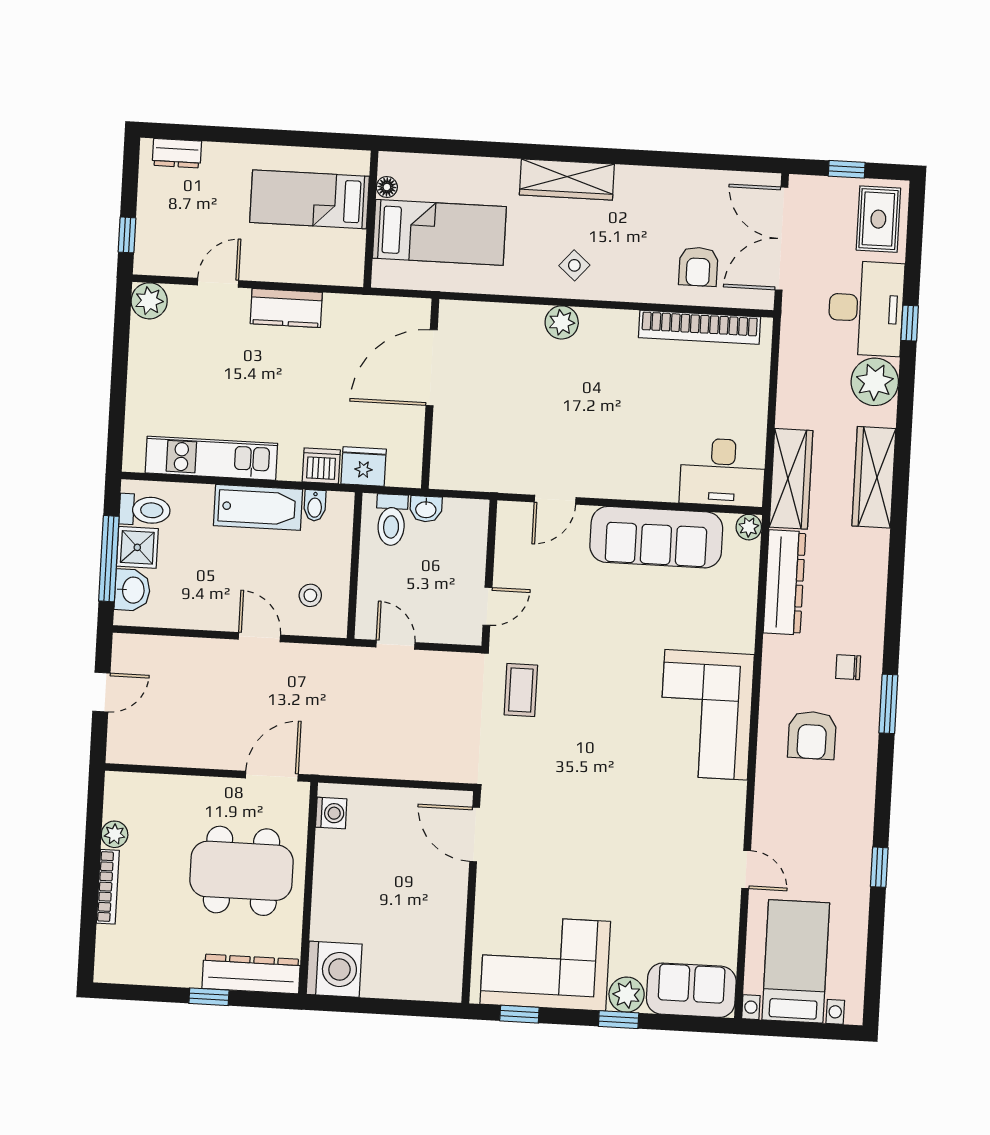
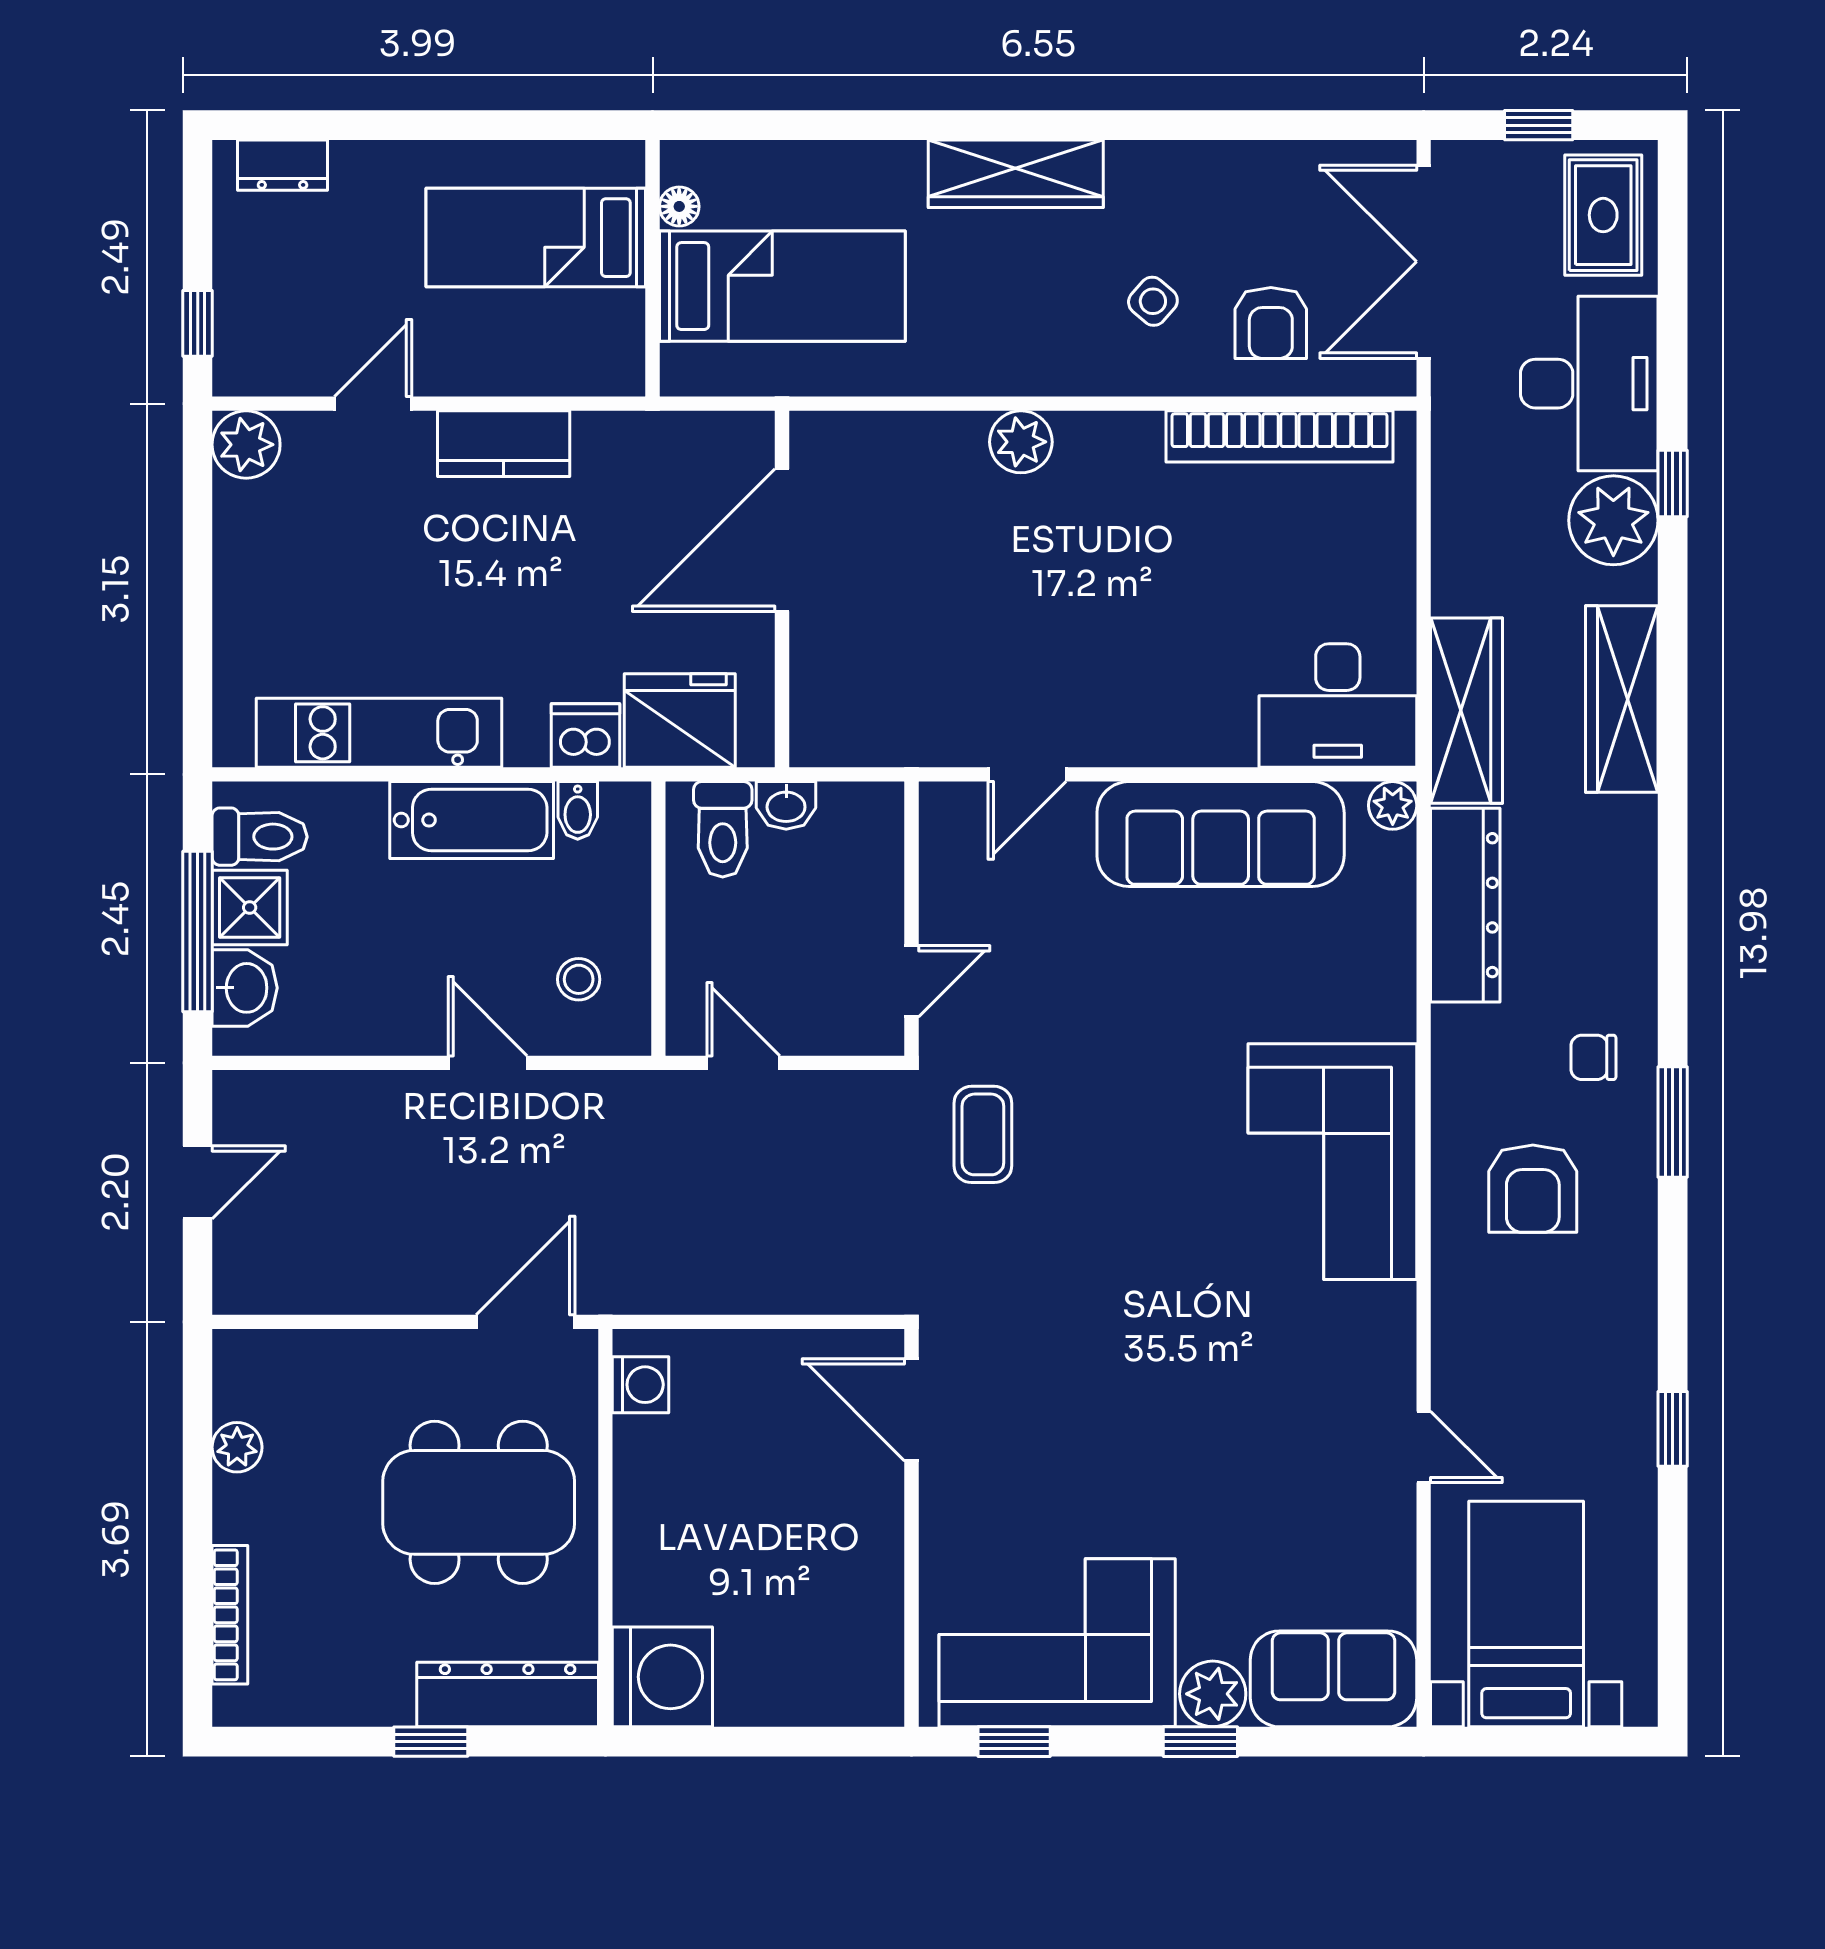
side table: (574, 265) -> (1153, 301), moved
window: (910, 323) -> (1673, 484), moved
fridge: (364, 467) -> (680, 720), width x1.36, depth x1.34
bookcase: (108, 887) -> (230, 1615), moved

